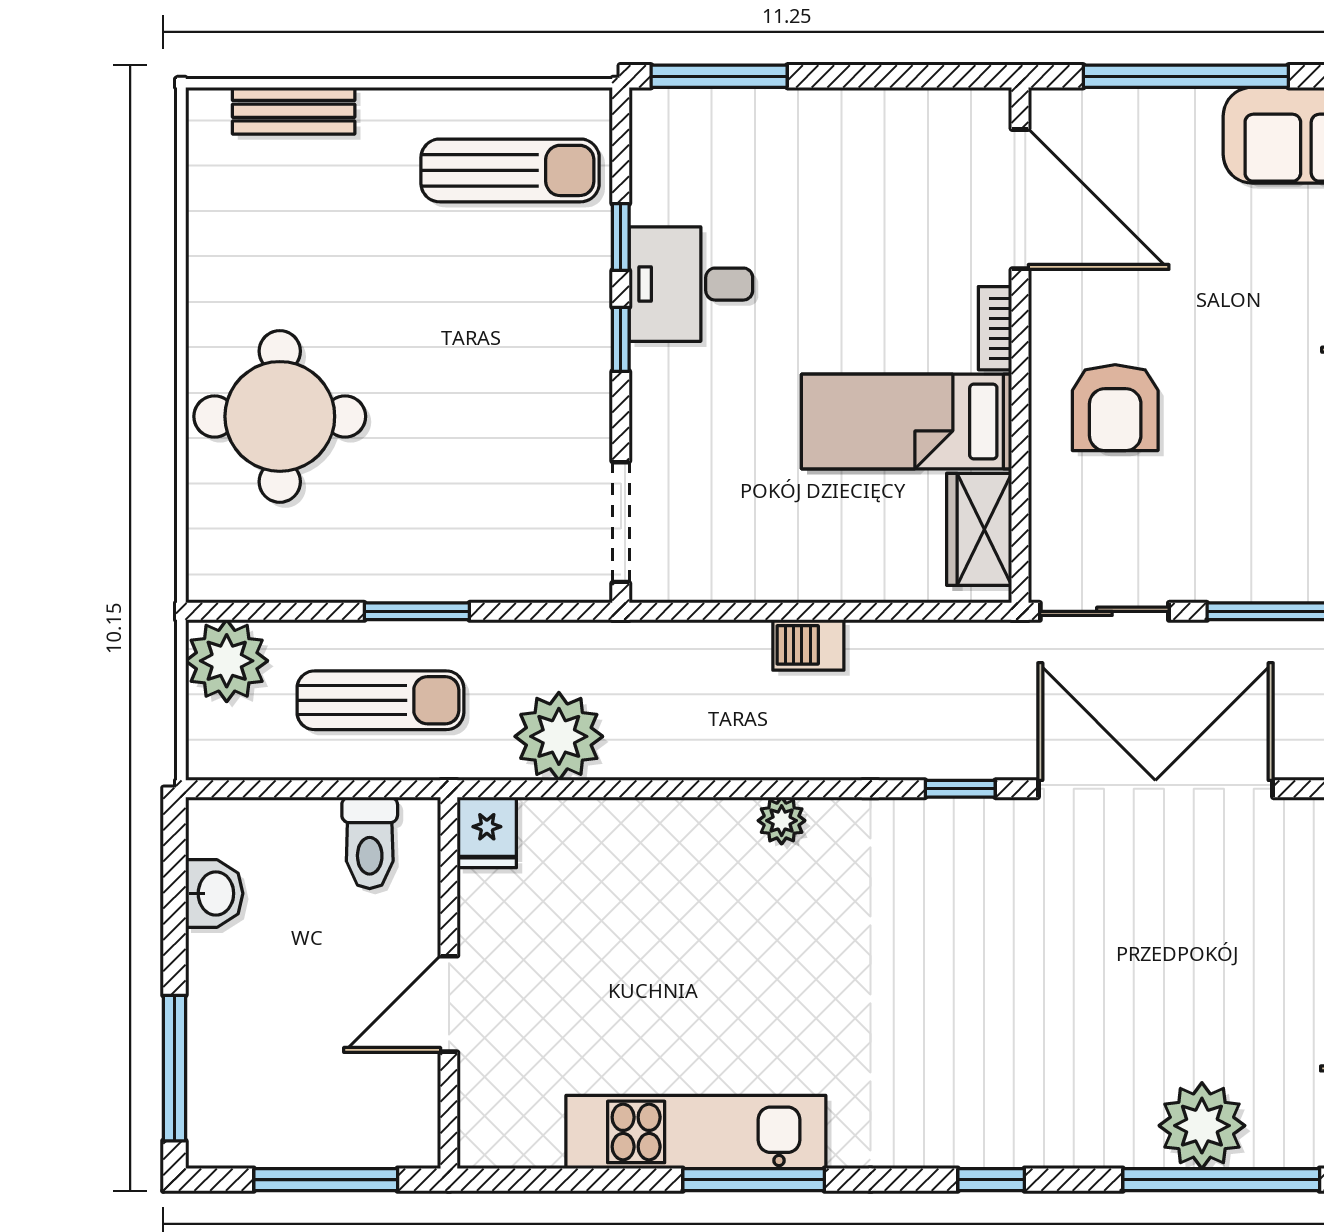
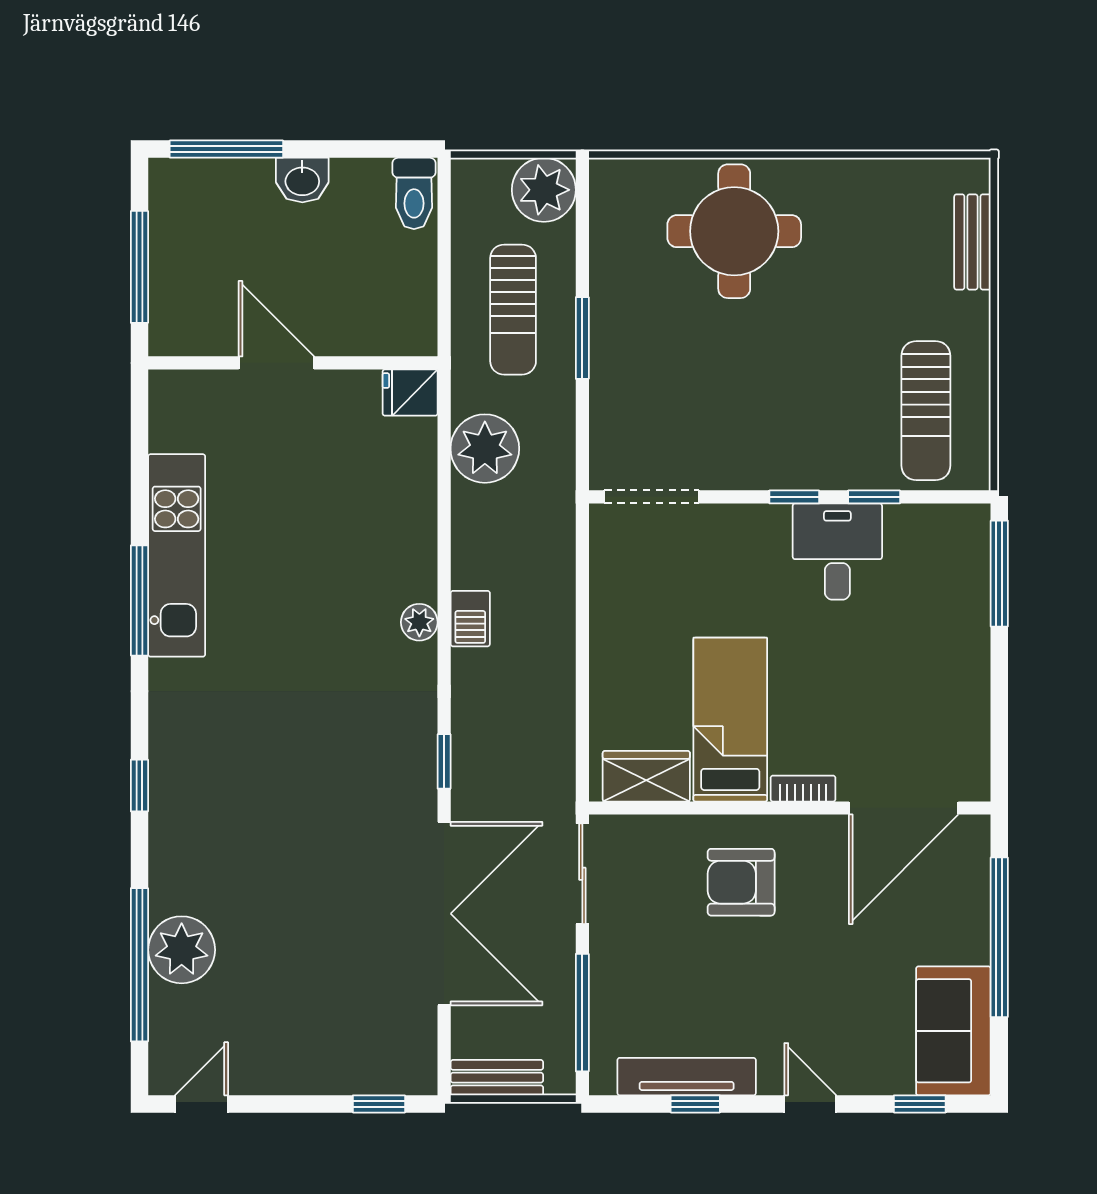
barbecue: (808, 645) -> (470, 619), moved, turned 180
toilet: (370, 843) -> (414, 193), moved, turned -90
washbasin: (214, 893) -> (302, 180), moved

